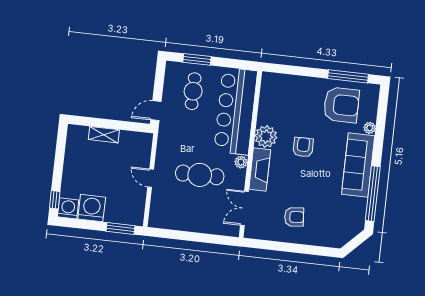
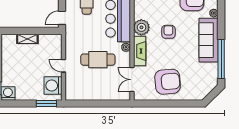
washing machine: (92, 208) -> (53, 86), moved, turned -90
armchair: (294, 217) -> (168, 82), width x1.88, depth x1.88

